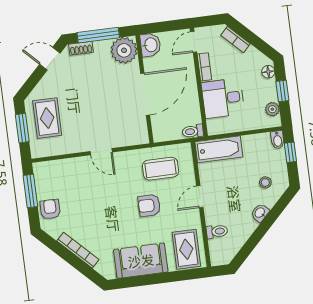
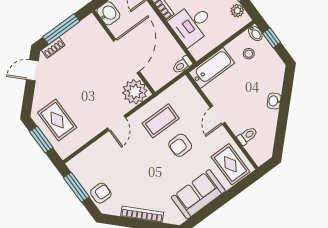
plant: (124, 50) -> (135, 92), moved
door: (101, 152) -> (117, 123), hinge flipped
coffee table: (161, 169) -> (161, 121), moved
stool: (265, 182) -> (249, 54), moved
armchair: (50, 209) -> (101, 193), turned 90

